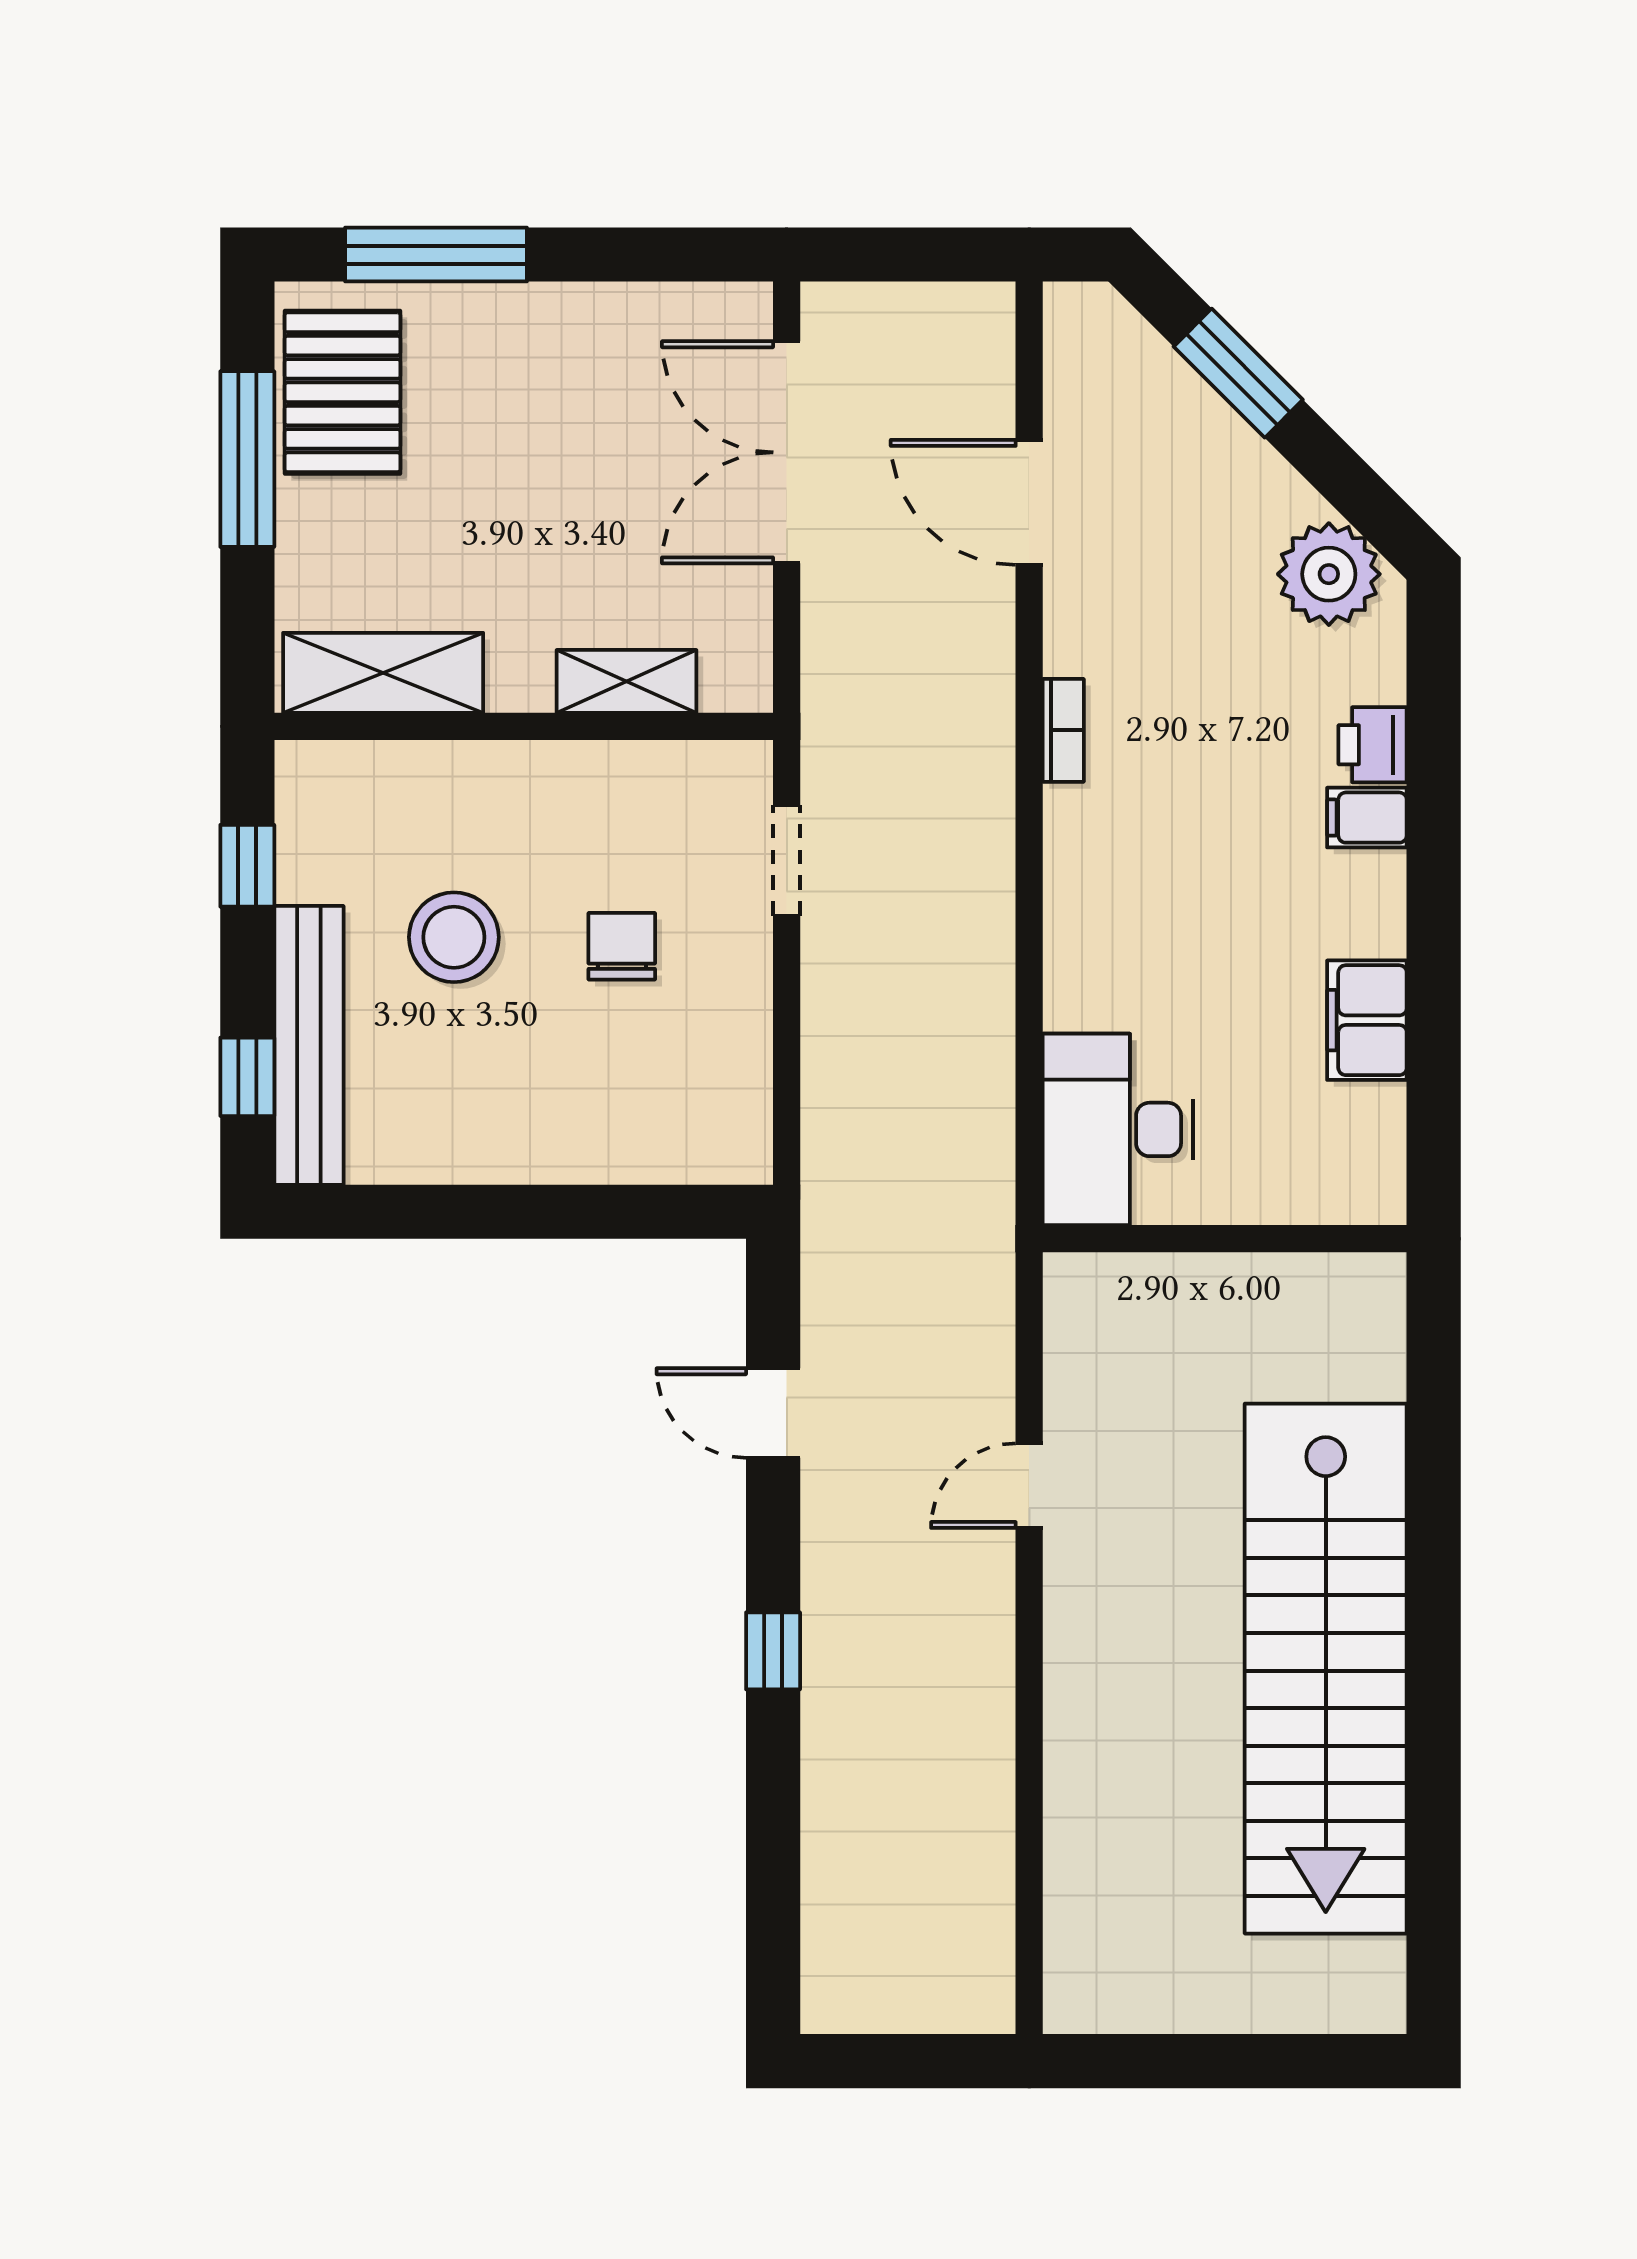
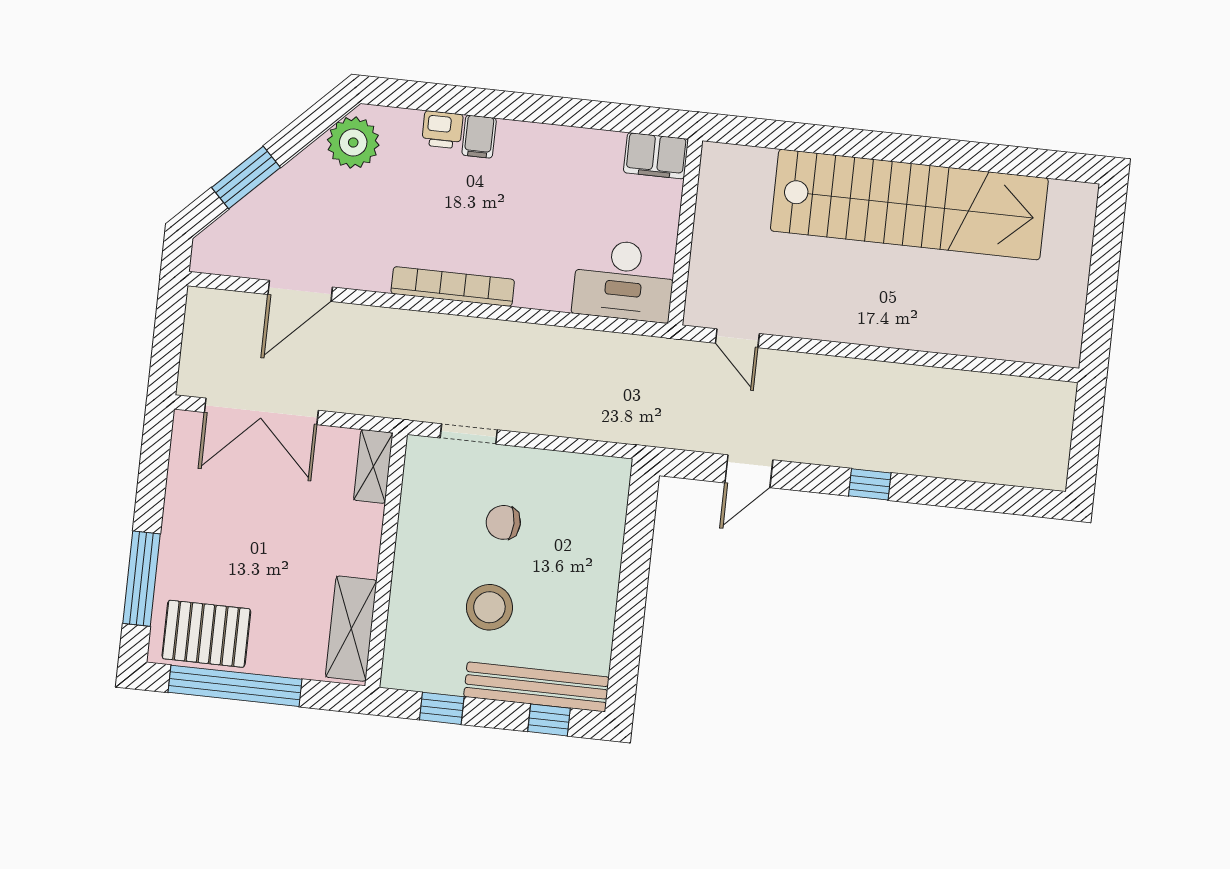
window: (247, 459) -> (235, 686), width x1.46
shelving: (626, 681) -> (373, 466), moved
bookcase: (1063, 730) -> (453, 287), width x2.31, depth x1.31
filing cabinet: (1367, 1020) -> (656, 156), moved
door: (1029, 1486) -> (737, 338), moved

